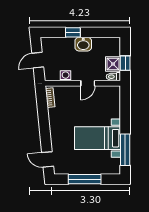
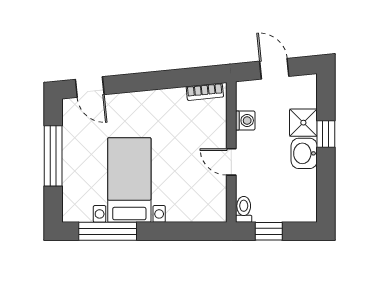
shower: (113, 64) -> (303, 123), moved
door: (48, 159) -> (90, 87), swing flipped

